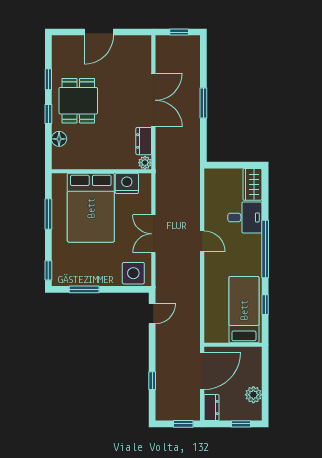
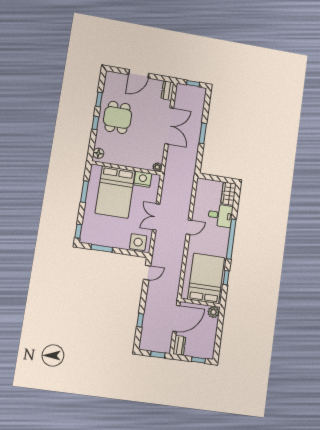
floor lamp: (59, 139) -> (98, 153), moved
dresser: (144, 141) -> (168, 91), moved
door: (202, 241) -> (189, 227), hinge flipped
bed: (244, 310) -> (206, 278), width x1.50
plant: (253, 395) -> (214, 312), moved

